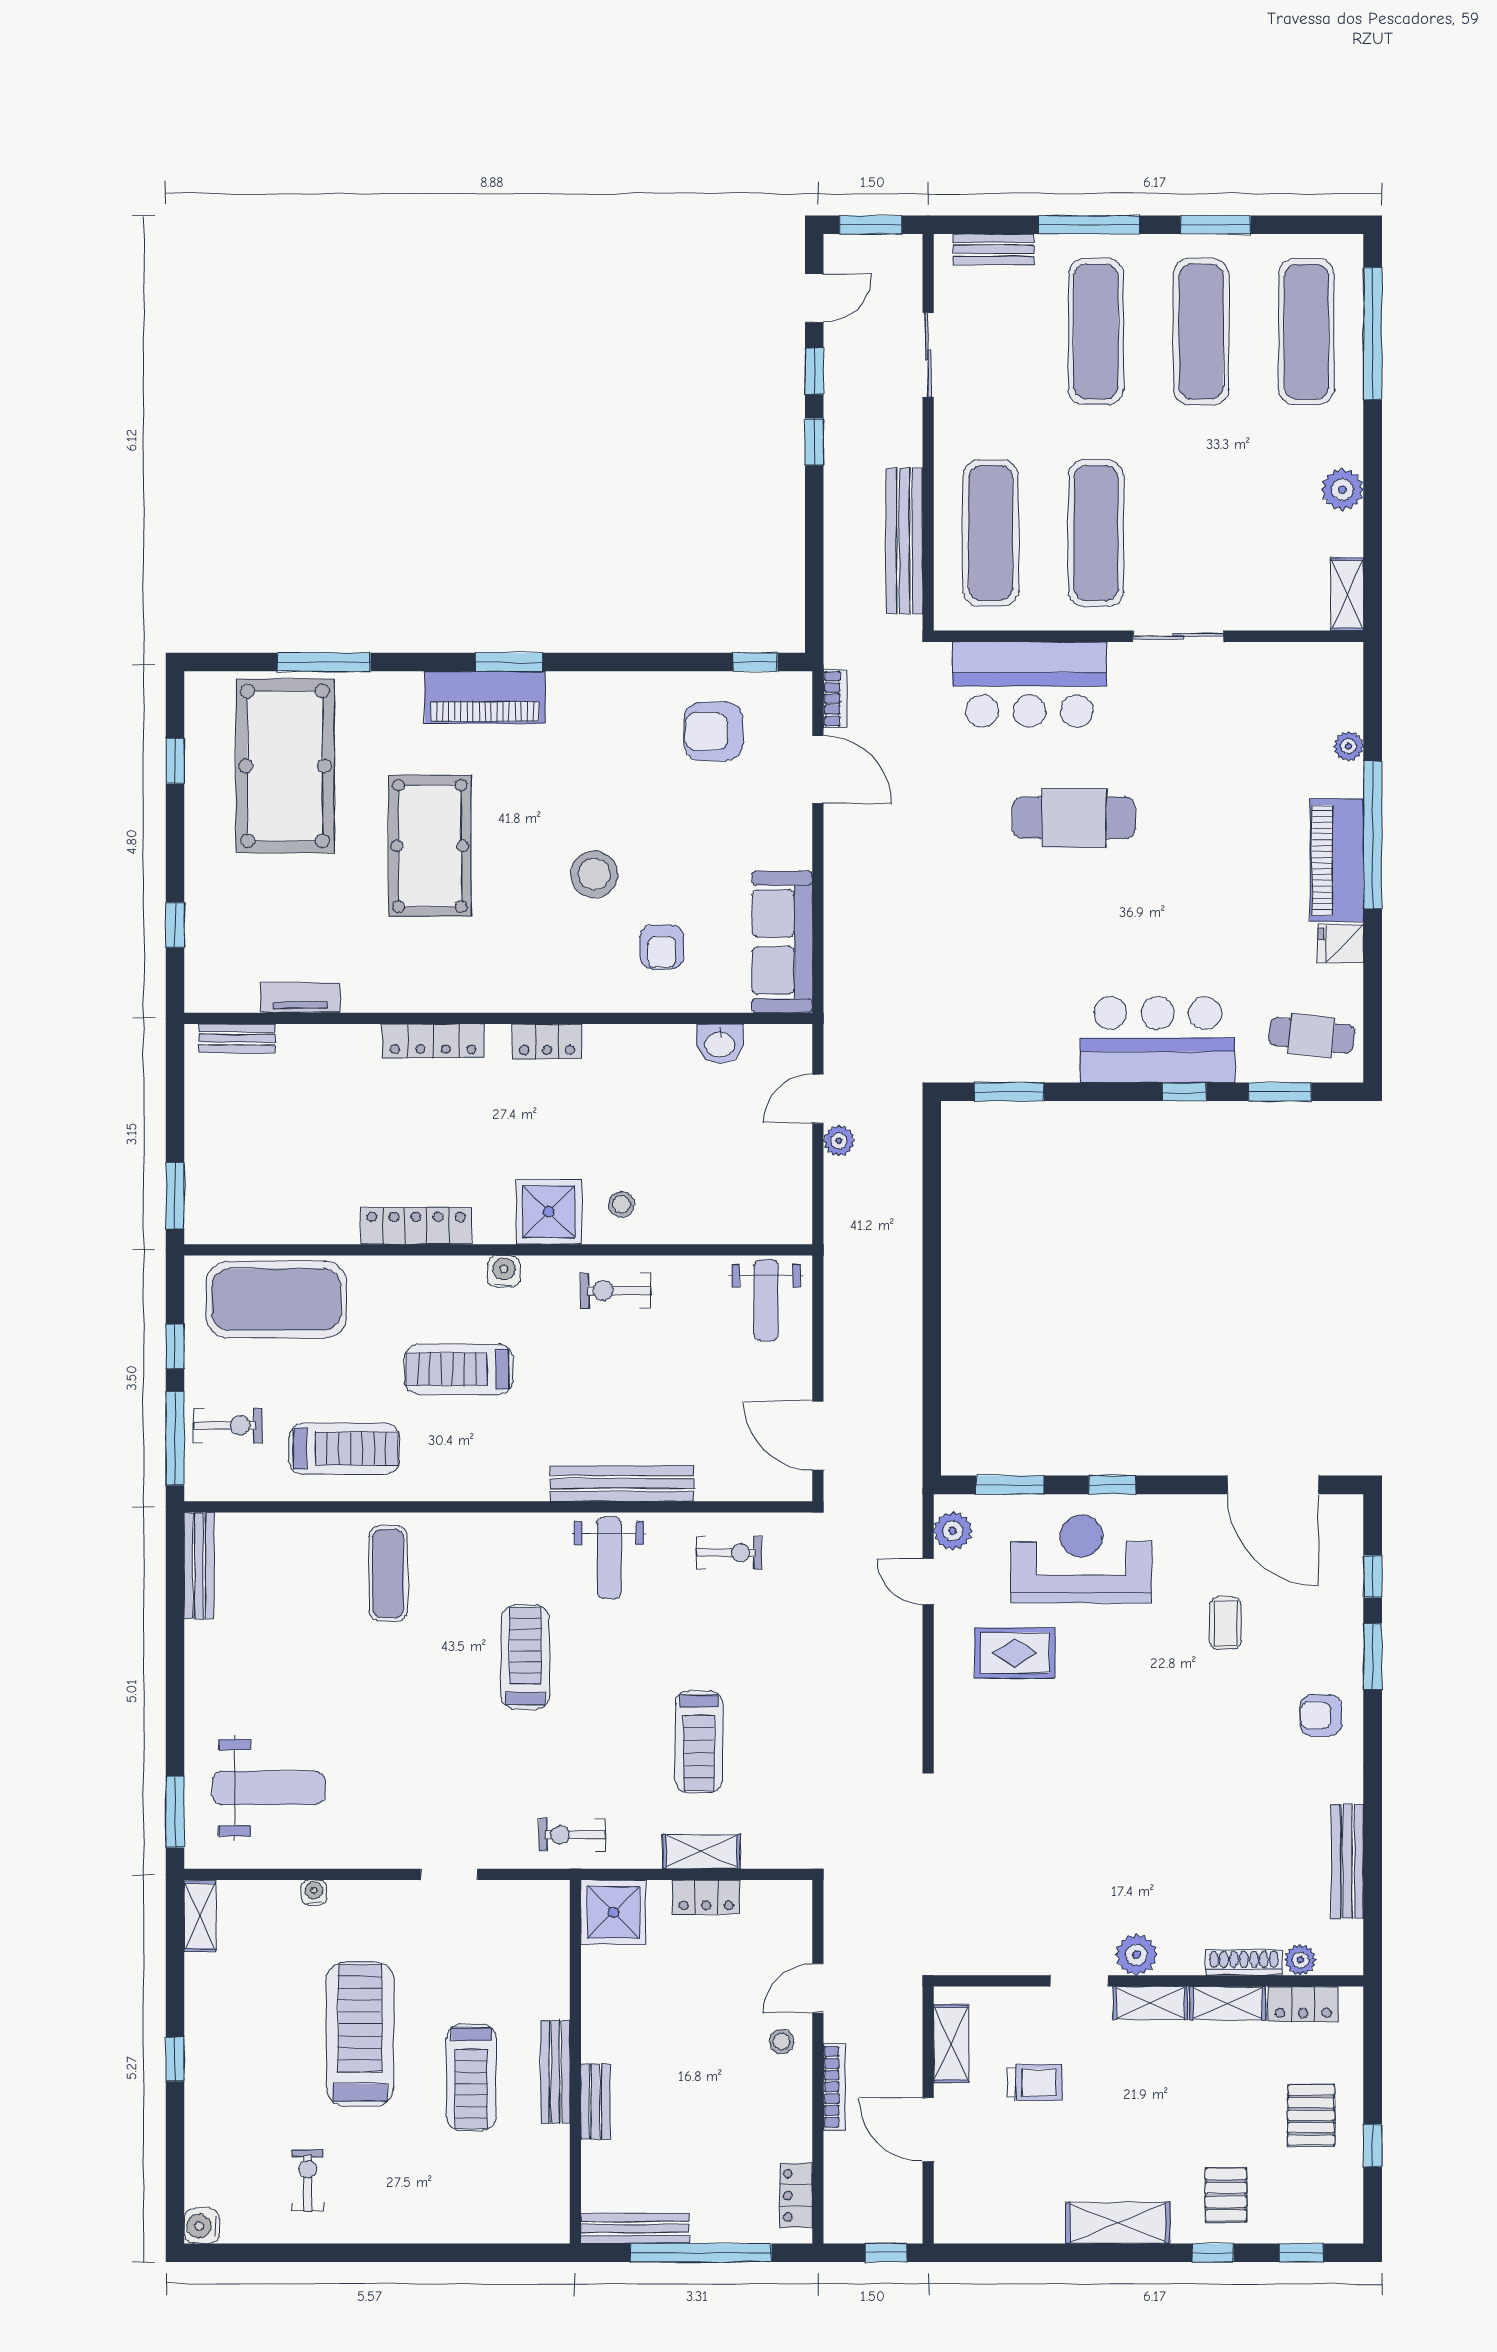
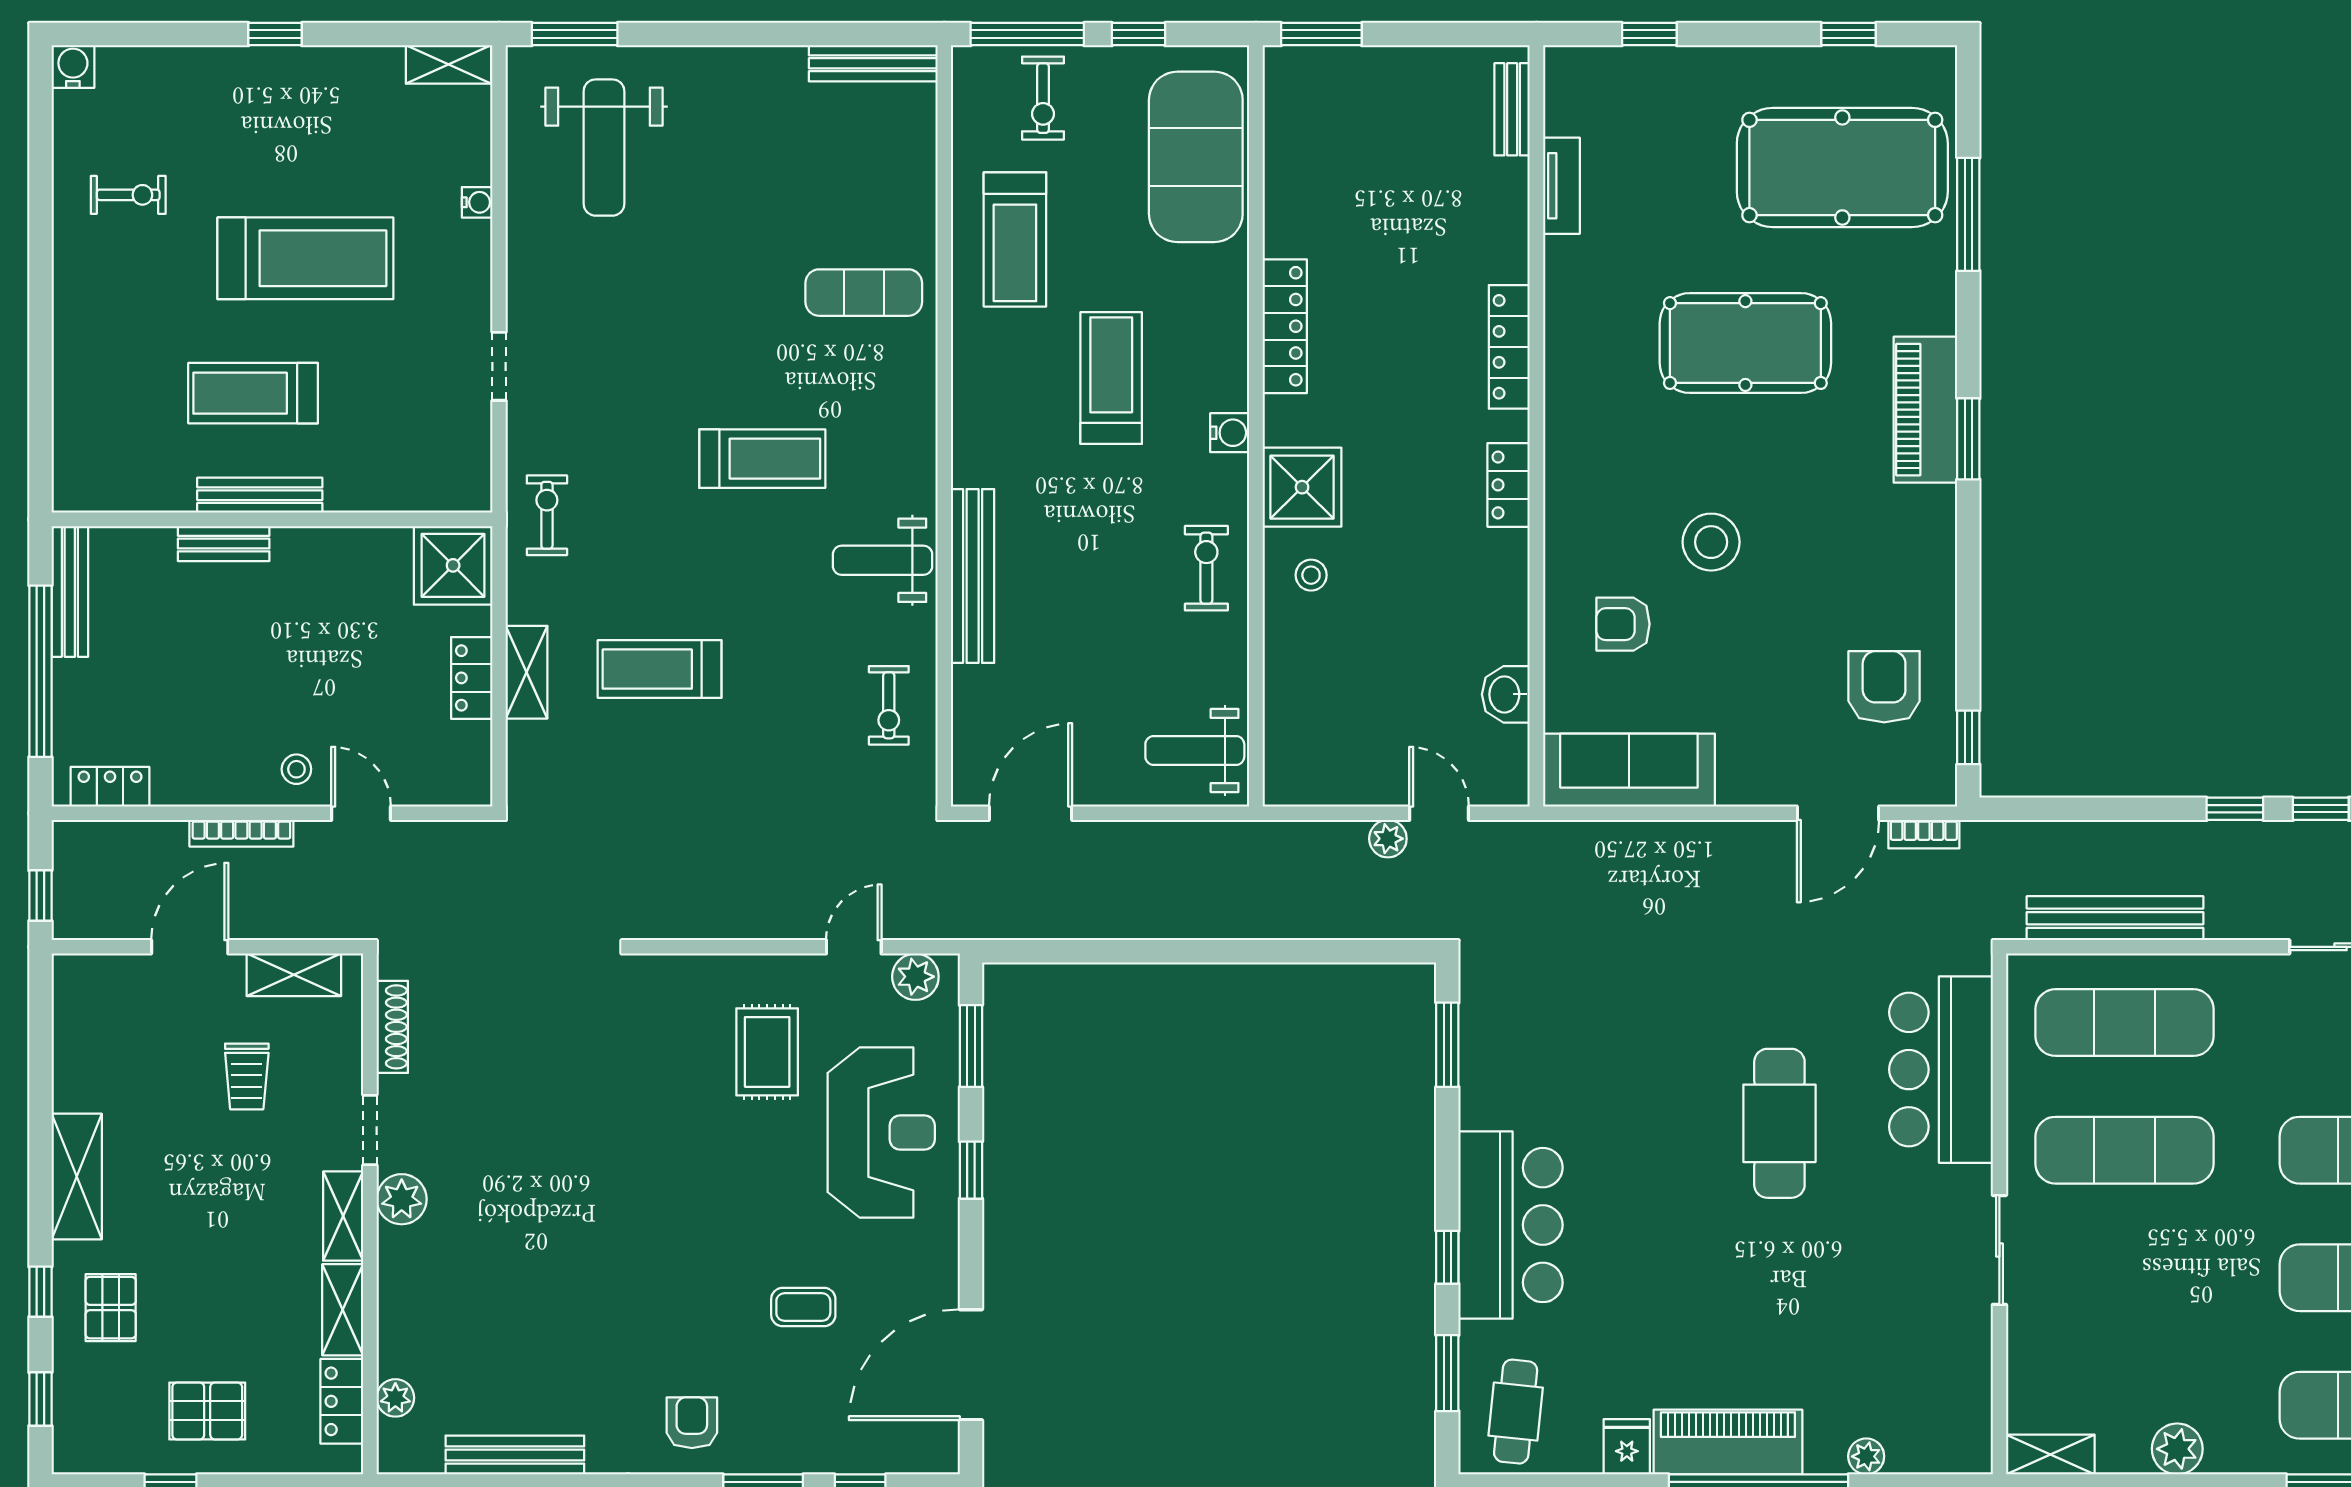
shoe rack: (1244, 1962) -> (392, 1027), moved
pallet: (1226, 2195) -> (111, 1308), turned 90

